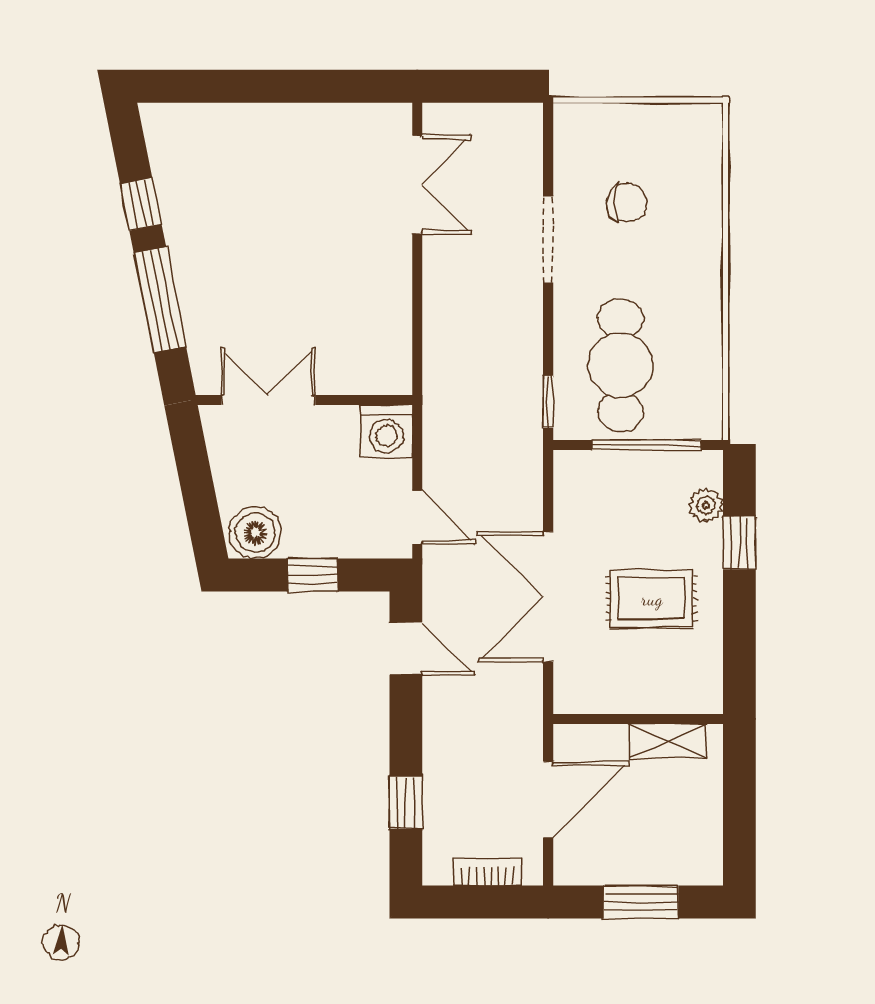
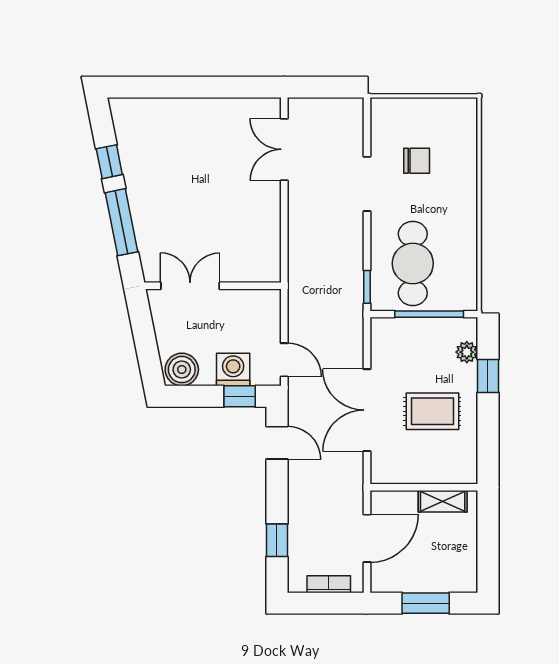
double door: (417, 185) -> (284, 149), swing flipped
washing machine: (386, 431) -> (233, 370), moved, turned 180
window: (313, 575) -> (240, 396), moved

